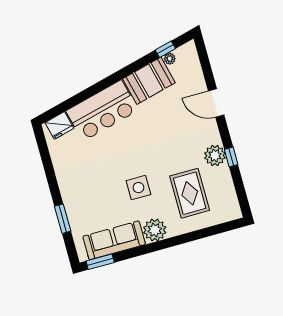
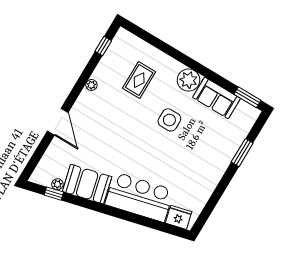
plant: (215, 155) -> (91, 85), width x0.53, depth x0.53
window: (231, 157) -> (103, 46), moved
rug: (190, 193) -> (139, 80), width x0.73, depth x0.70
sofa: (114, 240) -> (217, 98), width x0.73

